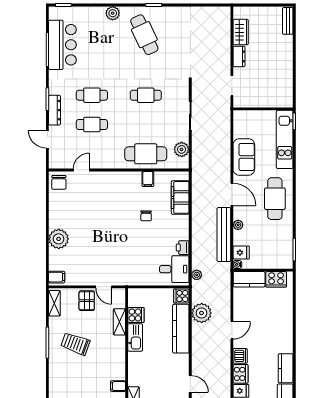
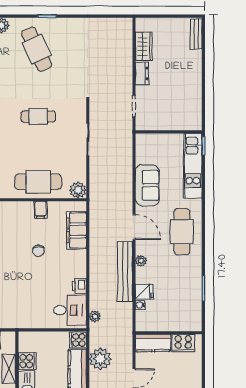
plant: (182, 149) -> (78, 190), moved
wall: (263, 270) -> (169, 333), moved
kitchen counter: (249, 279) -> (153, 343), moved
cooker: (276, 279) -> (183, 343), moved

